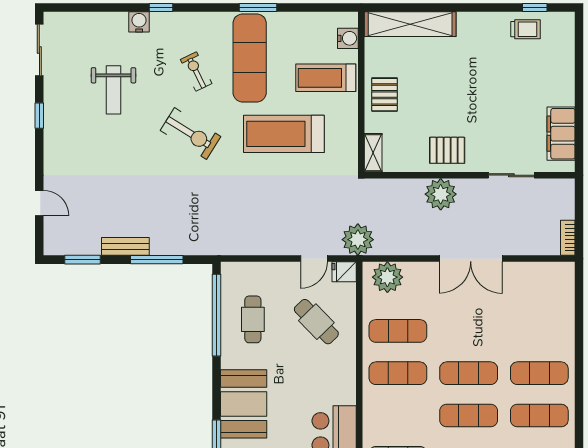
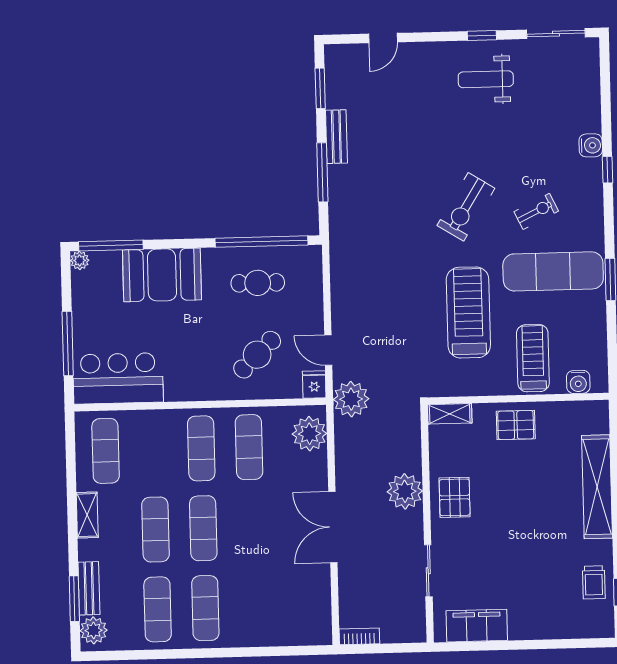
shelving: (410, 24) -> (597, 487), moved
weight bench: (113, 90) -> (486, 79), moved

